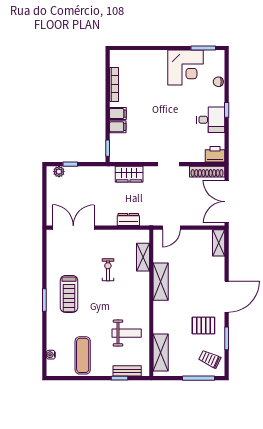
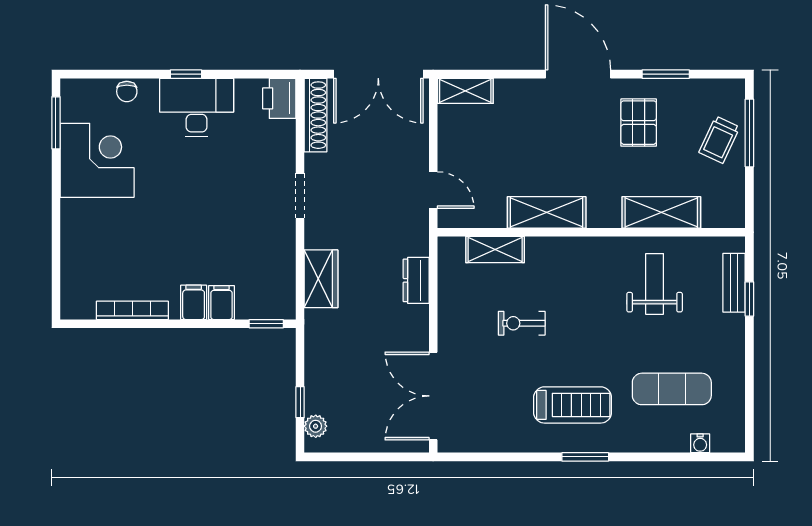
desk: (211, 120) -> (197, 107), width x1.37
shelving: (161, 353) -> (661, 212), moved
exercise mat: (83, 355) -> (672, 389), moved
trolley: (210, 359) -> (719, 140), moved

